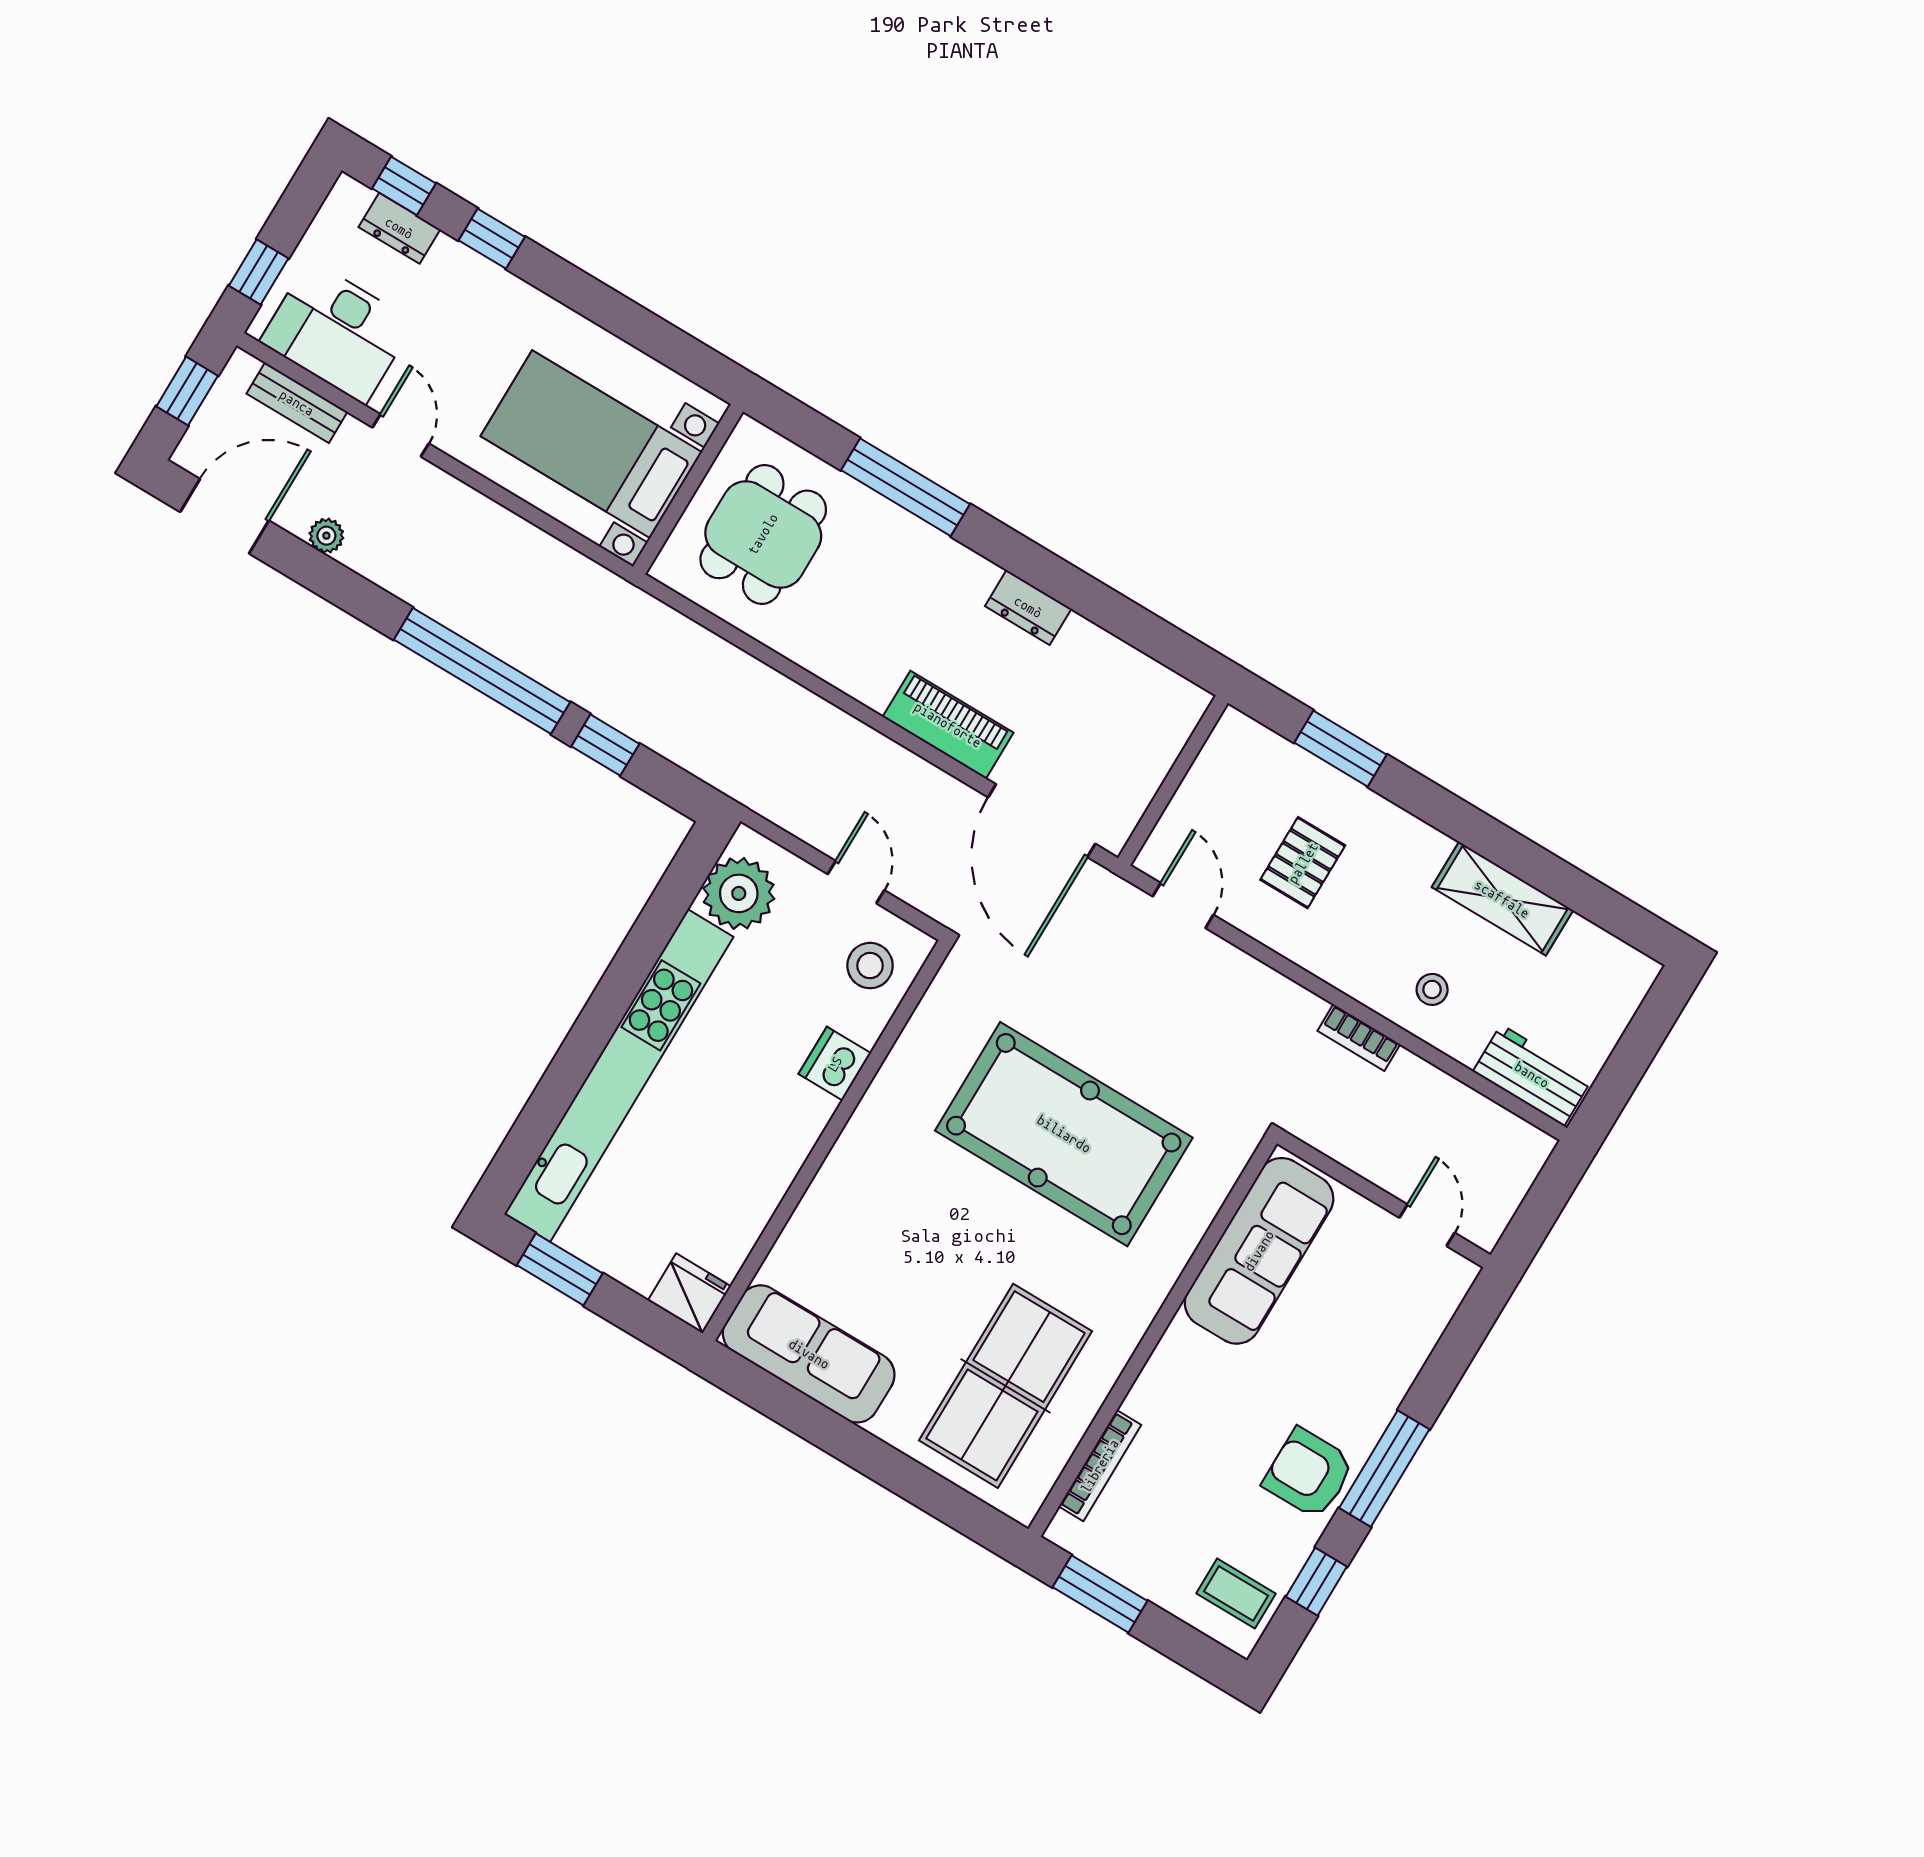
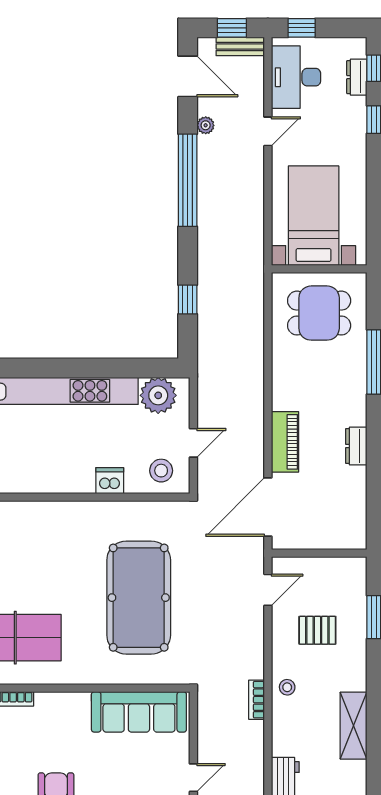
bench: (297, 403) -> (240, 46), moved, turned 90
window: (482, 671) -> (188, 180), moved
stool: (1432, 989) -> (287, 687), moved

